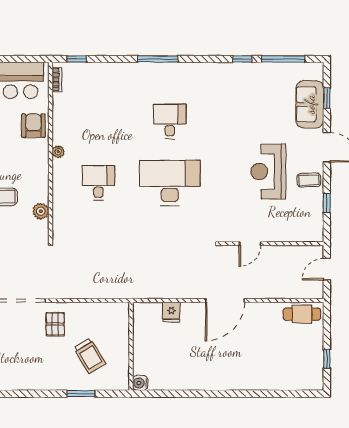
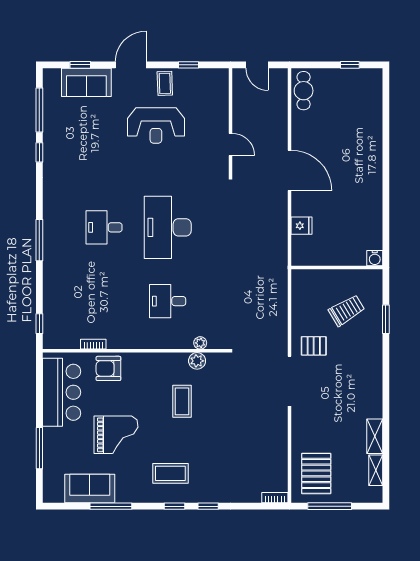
bookcase: (57, 80) -> (93, 344), moved
plant: (58, 152) -> (200, 343), moved

